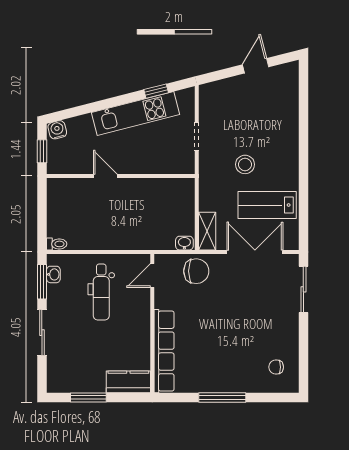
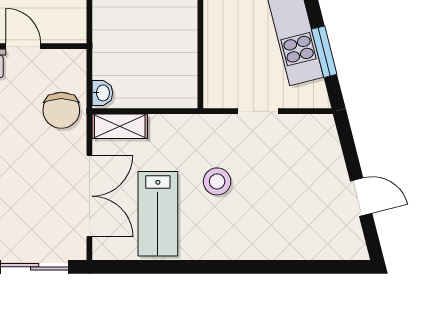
window: (156, 91) -> (324, 52), width x1.50
lab bench: (267, 205) -> (158, 214), turned 180
door: (152, 275) -> (23, 46), moved

